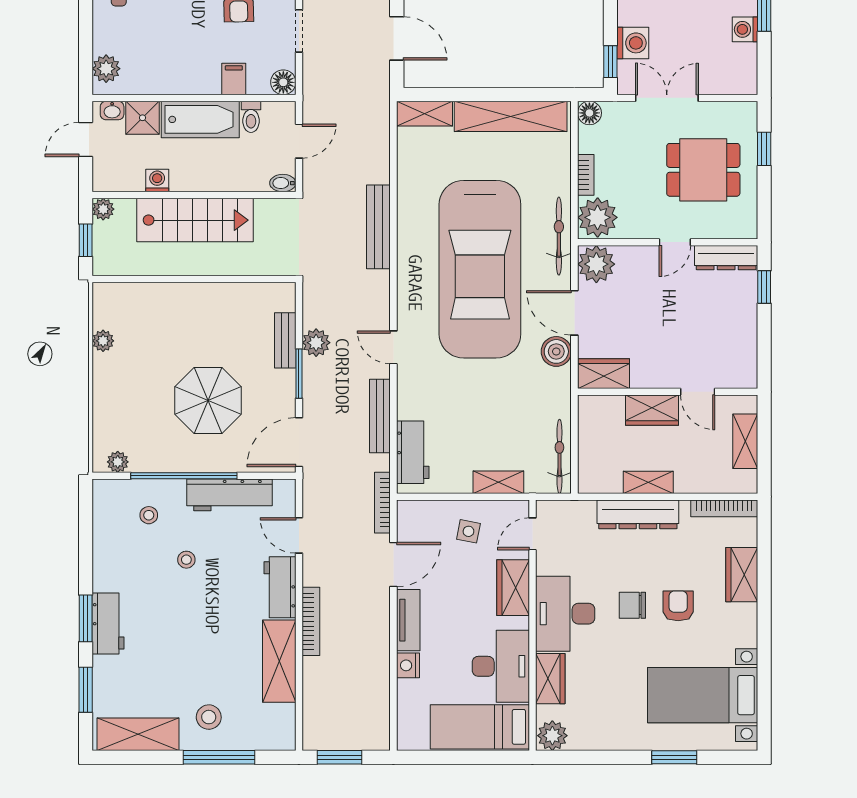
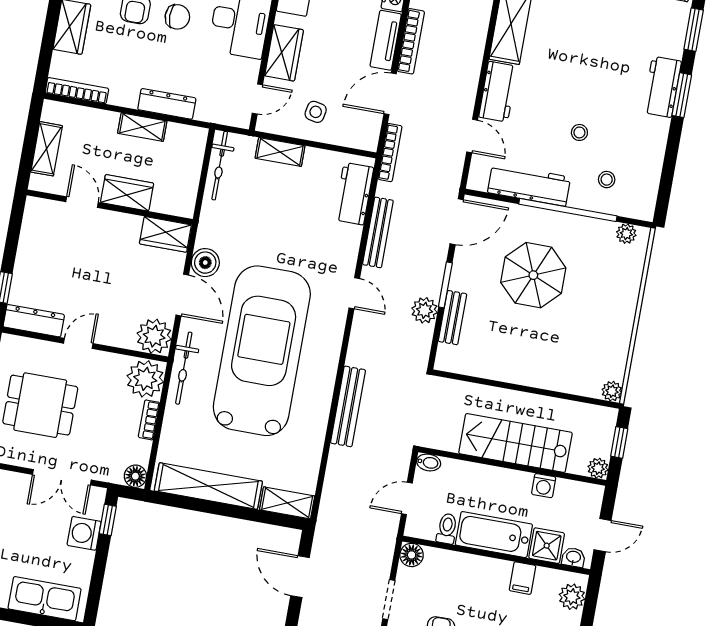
filing cabinet: (234, 79) -> (523, 578), moved
plant: (103, 341) -> (612, 391), moved
dresser: (638, 514) -> (167, 104), width x0.73, depth x0.80
bookcase: (311, 621) -> (411, 41), moved, turned 180

